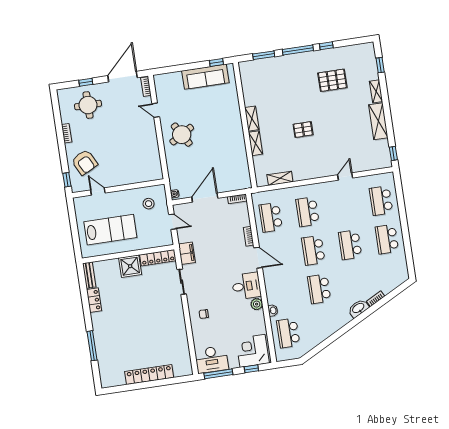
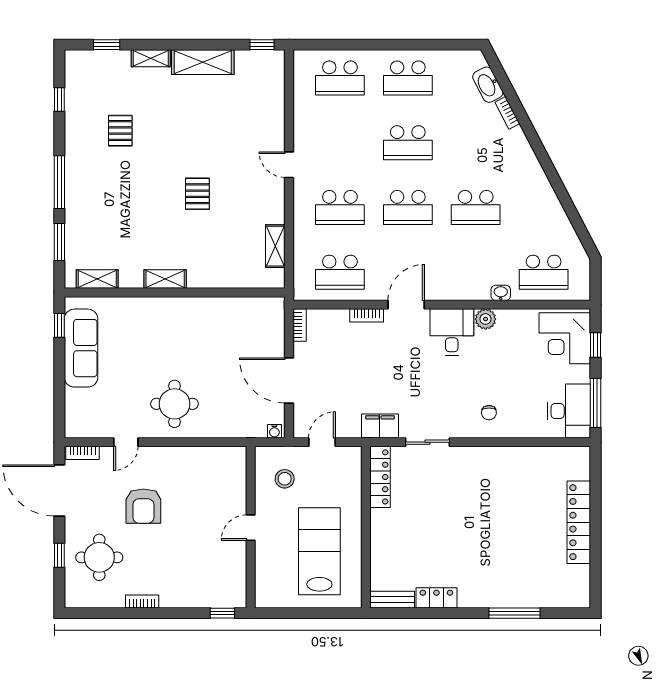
window: (326, 46) -> (59, 100), moved
pallet: (332, 80) -> (120, 131), width x0.67, depth x0.71
round table: (182, 135) -> (174, 404), turned 31
shelving: (256, 143) -> (97, 279), moved
armchair: (84, 162) -> (143, 506), moved, turned 117
door: (345, 176) -> (289, 165), moved
door: (98, 191) -> (251, 528), moved
shower: (130, 266) -> (387, 527), removed
washbasin: (358, 308) -> (488, 85), moved

